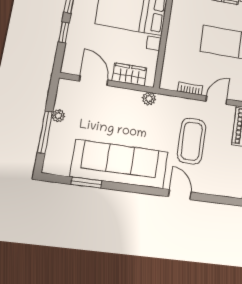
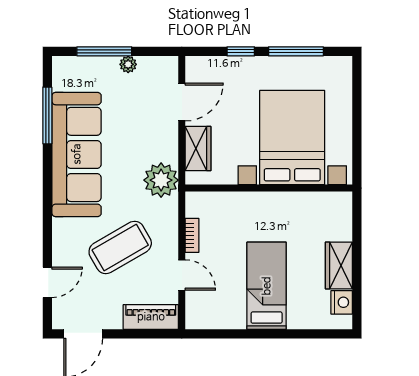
plant: (149, 99) -> (161, 180), width x1.87, depth x1.87
coffee table: (192, 141) -> (120, 247), turned -30
window: (86, 182) -> (47, 115), width x1.44
door: (180, 194) -> (47, 282), moved

